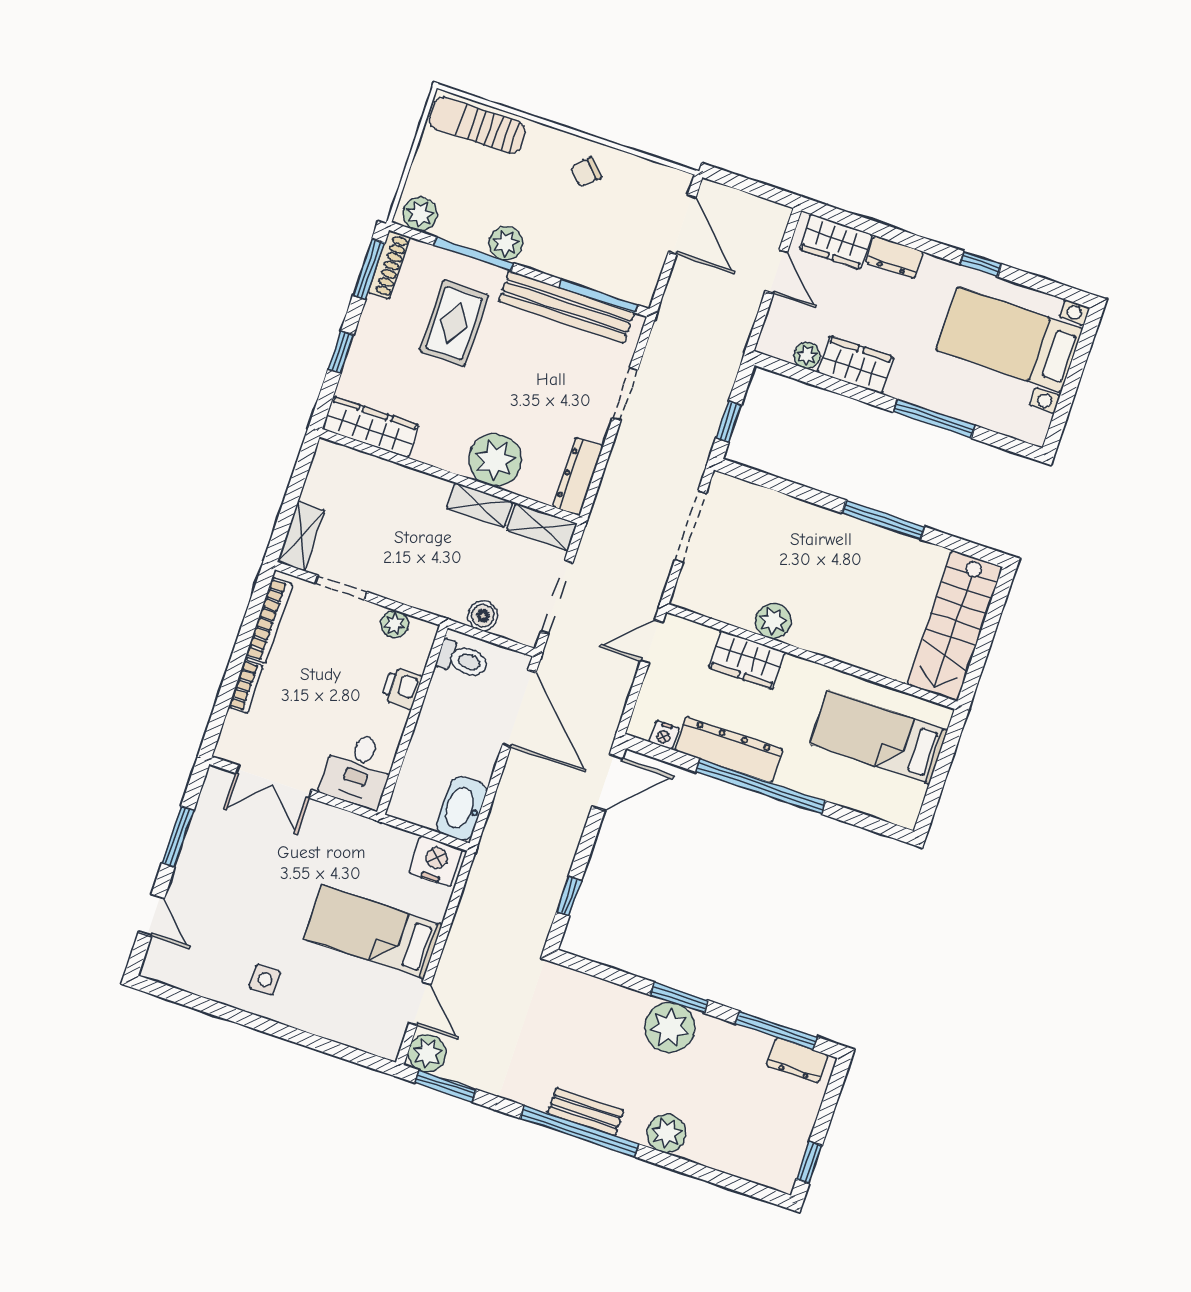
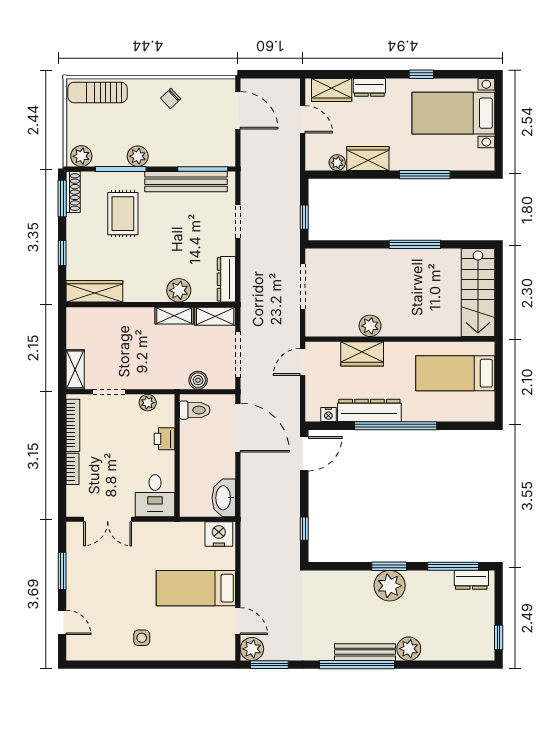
plant: (495, 460) -> (179, 290), width x0.73, depth x0.73
bench: (586, 1112) -> (365, 652), width x1.36

